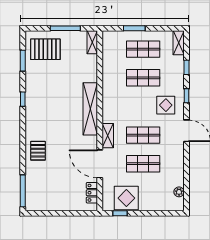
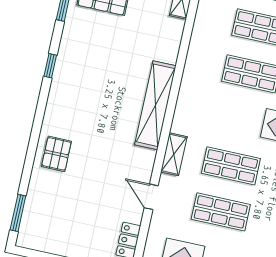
door: (100, 164) -> (151, 197), width x0.53
window: (23, 191) -> (18, 213), width x0.69

